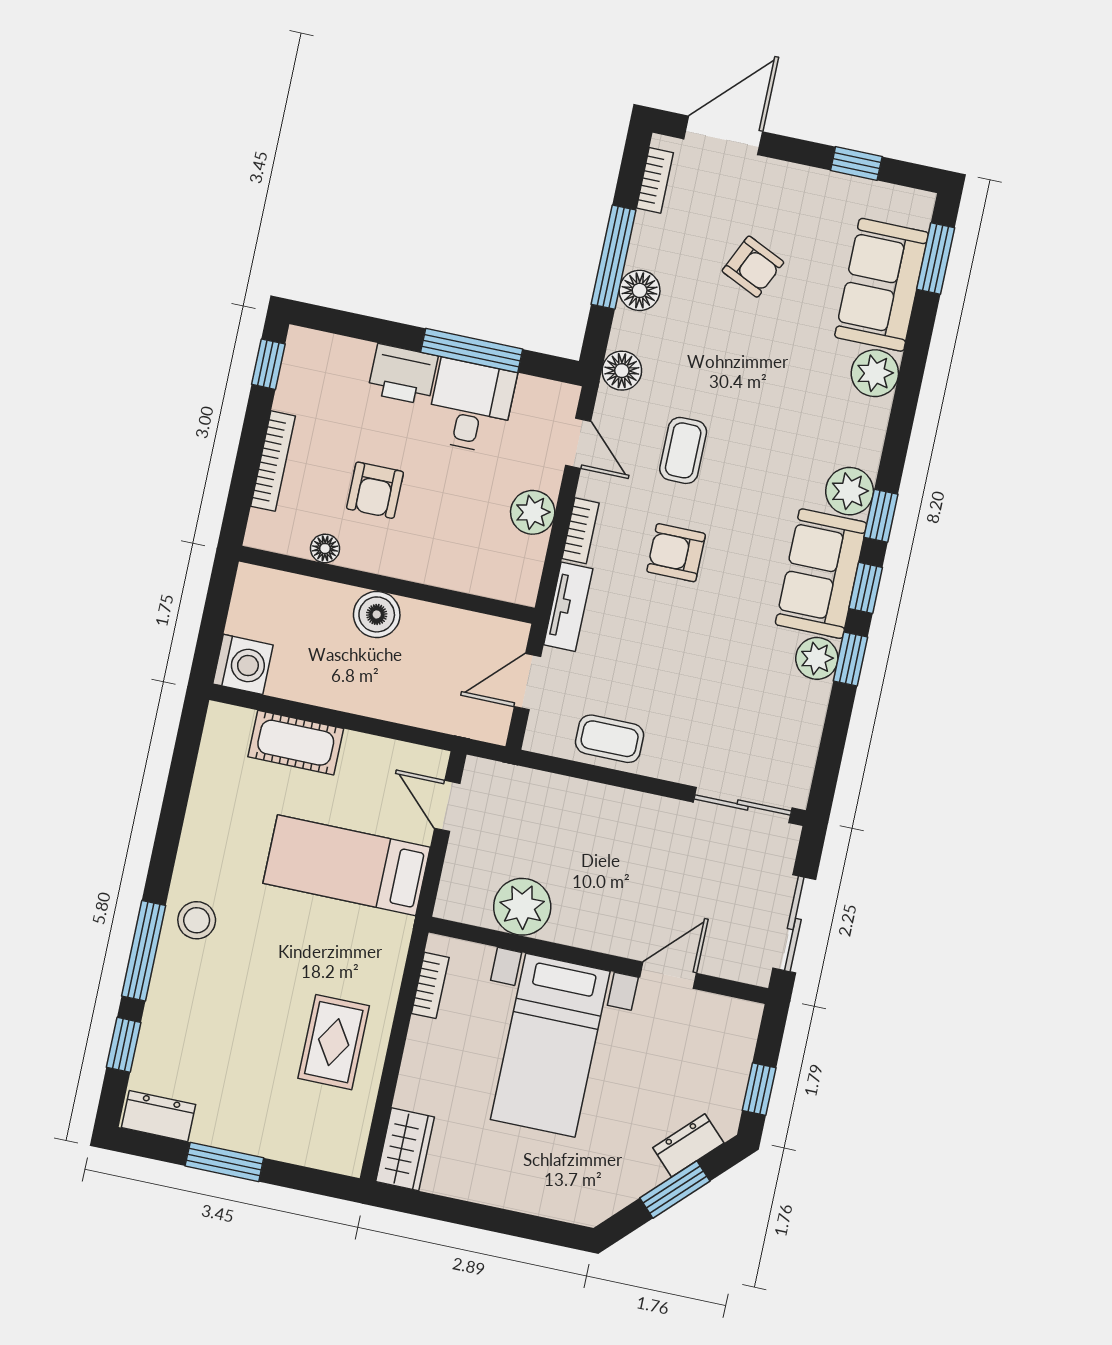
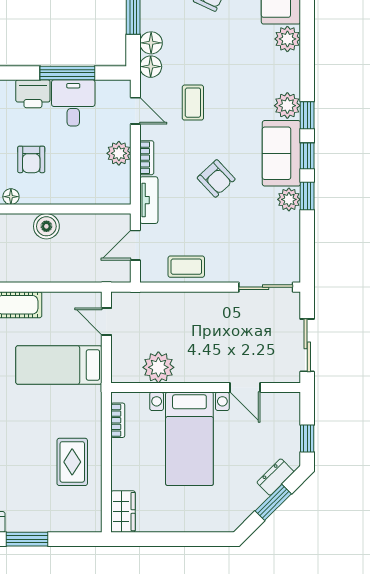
floor lamp: (640, 290) -> (151, 43), moved
armchair: (676, 553) -> (216, 178), moved, turned -133
door: (668, 975) -> (245, 387), swing flipped

